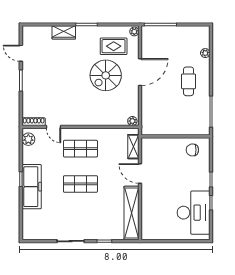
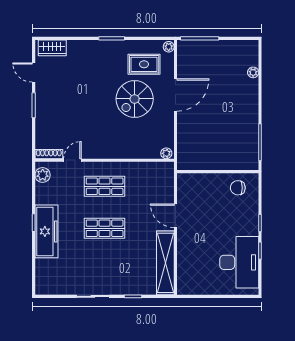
wardrobe: (64, 32) -> (52, 48), moved
cafe table: (188, 81) -> (233, 106), removed
door: (53, 127) -> (72, 160), swing flipped
shelving: (133, 147) -> (167, 184), removed

